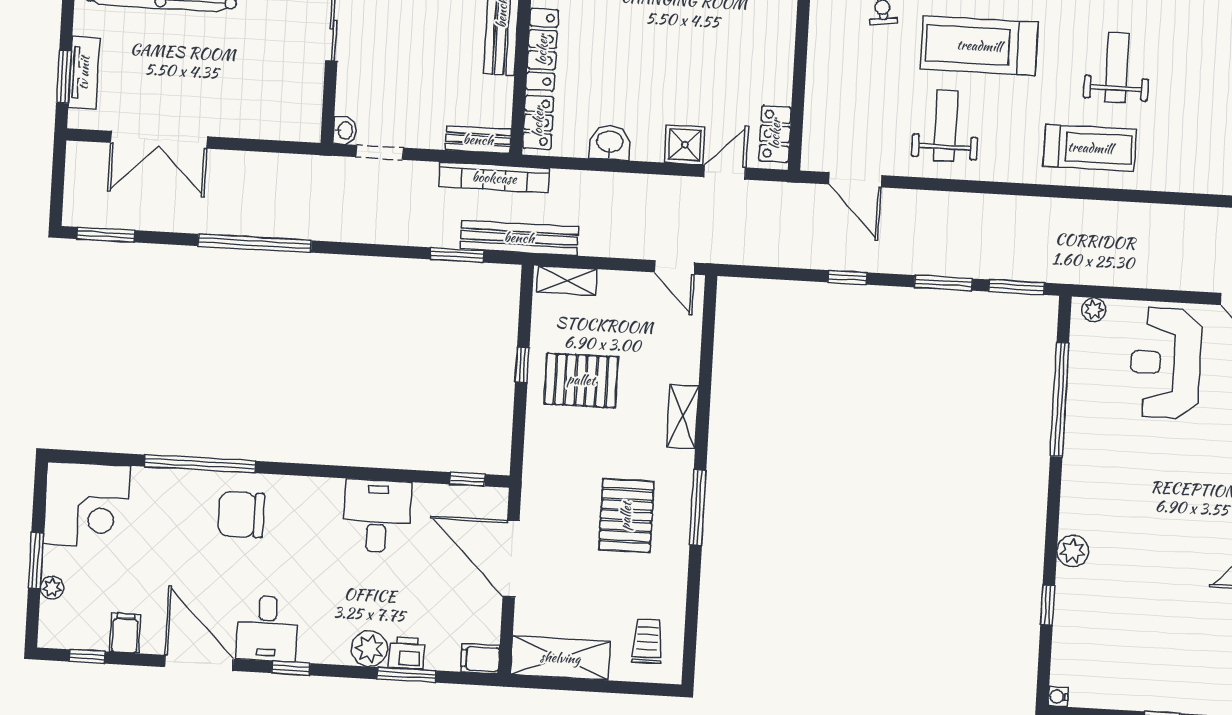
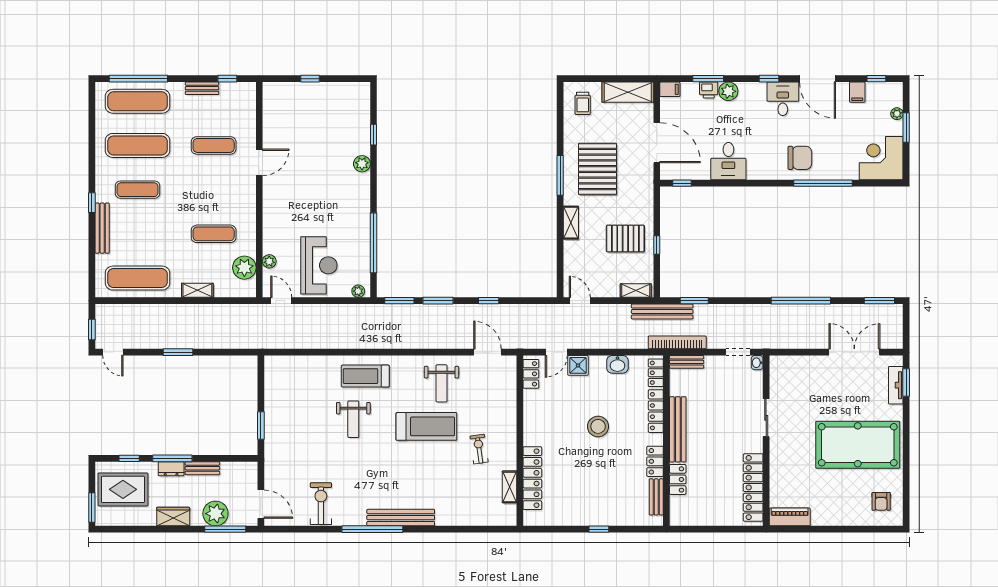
stool: (653, 27) -> (598, 426), added
pallet: (626, 516) -> (597, 169), width x1.37, depth x1.41
water cooler: (1058, 697) -> (365, 87), removed

